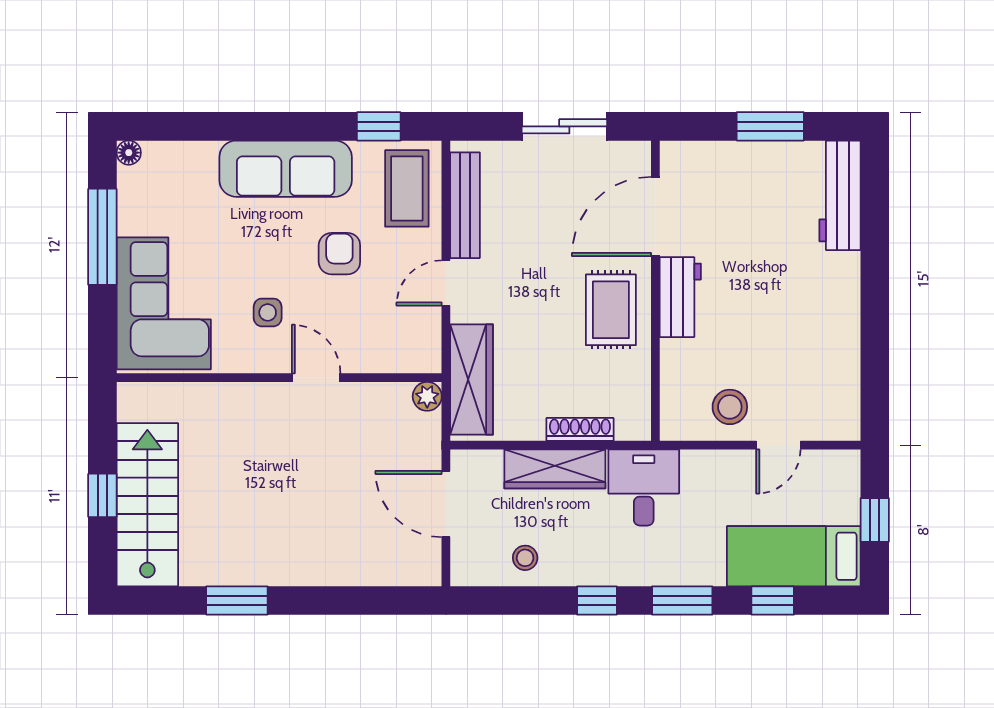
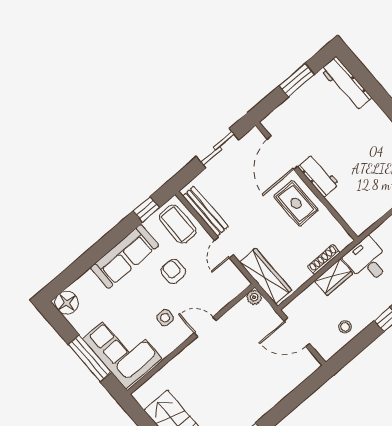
floor lamp: (129, 153) -> (67, 303), width x1.89, depth x1.89
window: (102, 237) -> (90, 358), moved
stool: (730, 407) -> (374, 201), removed
wardrobe: (555, 469) -> (334, 277), width x0.67

